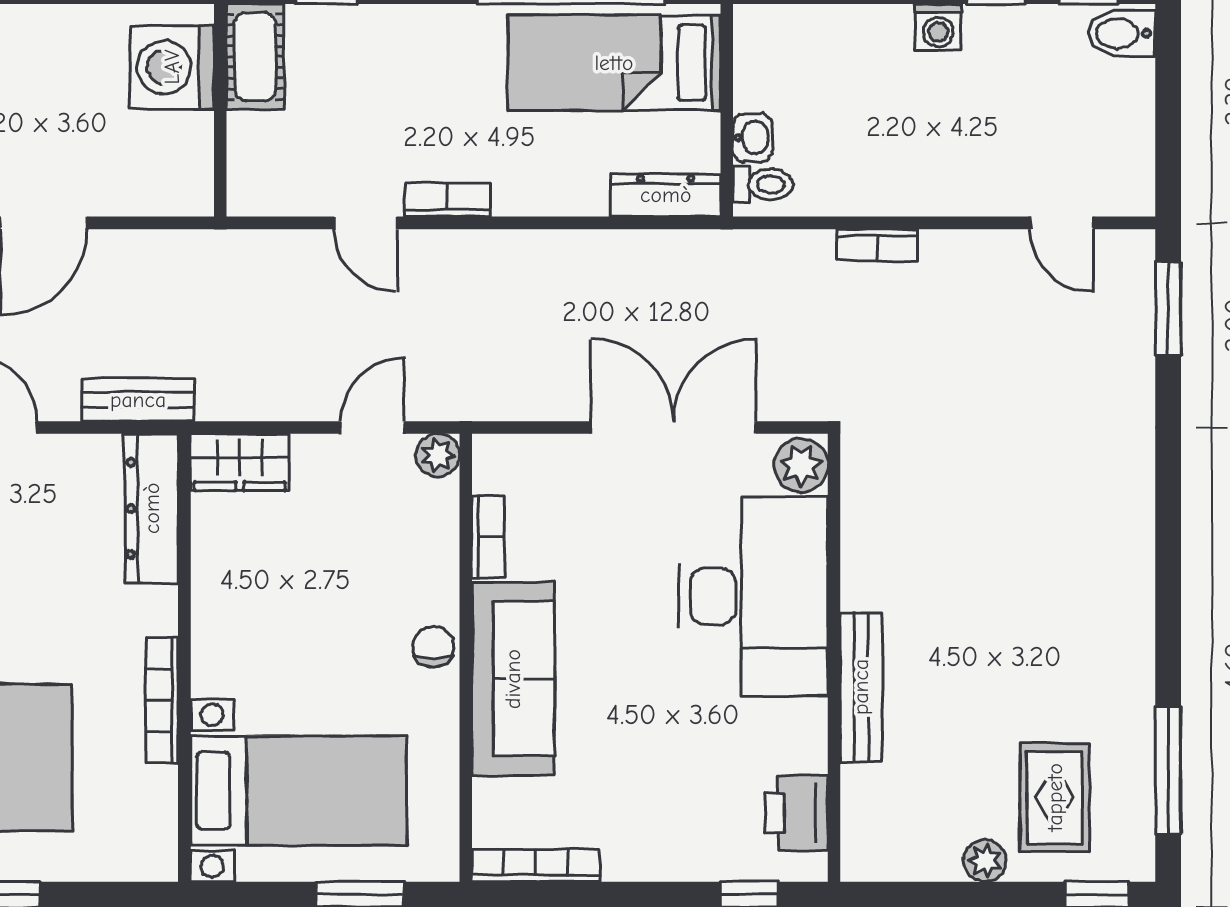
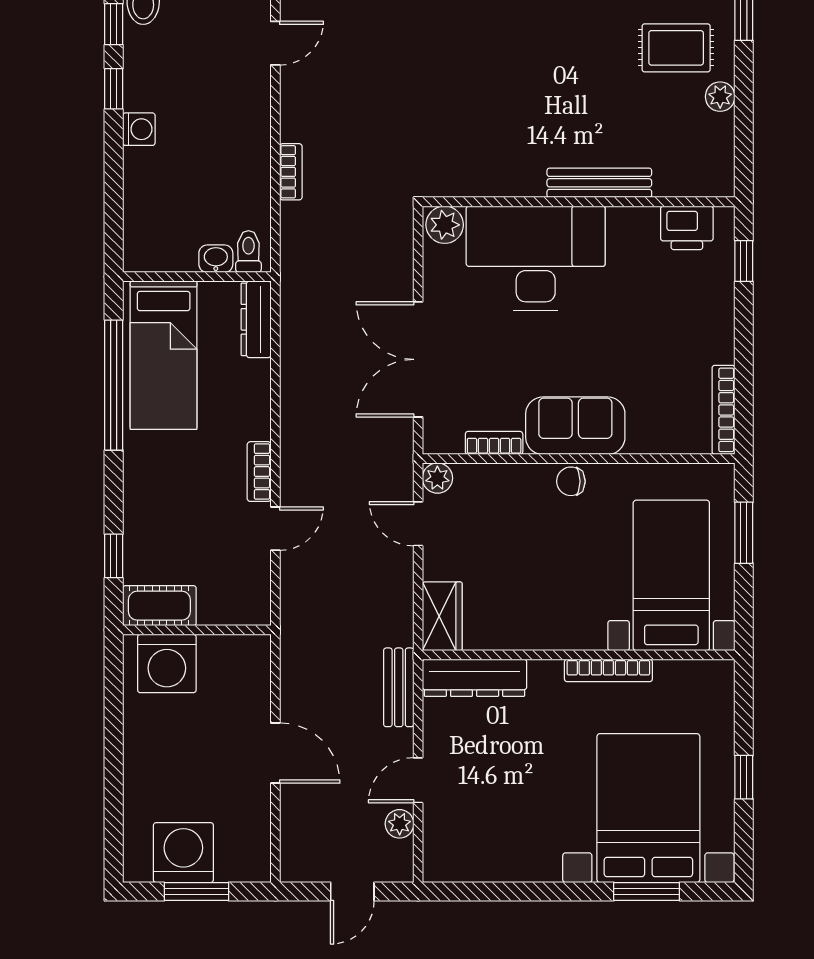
double door: (674, 427) -> (418, 359), moved
sofa: (513, 679) -> (575, 426), width x0.73

